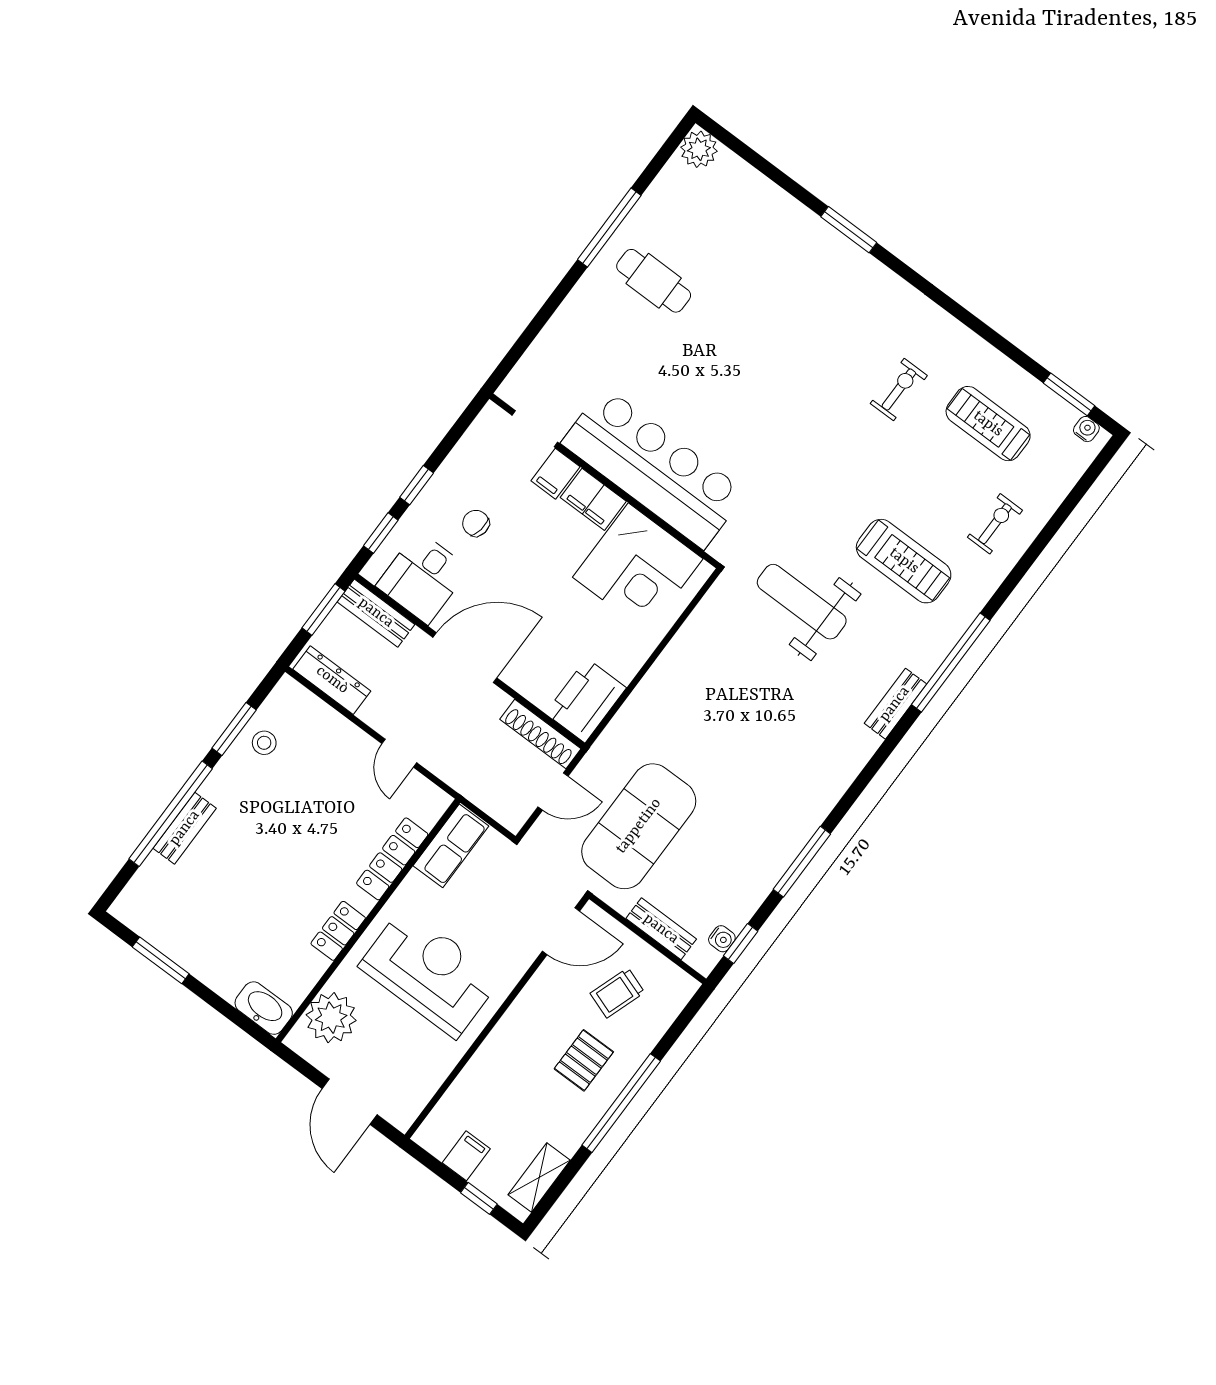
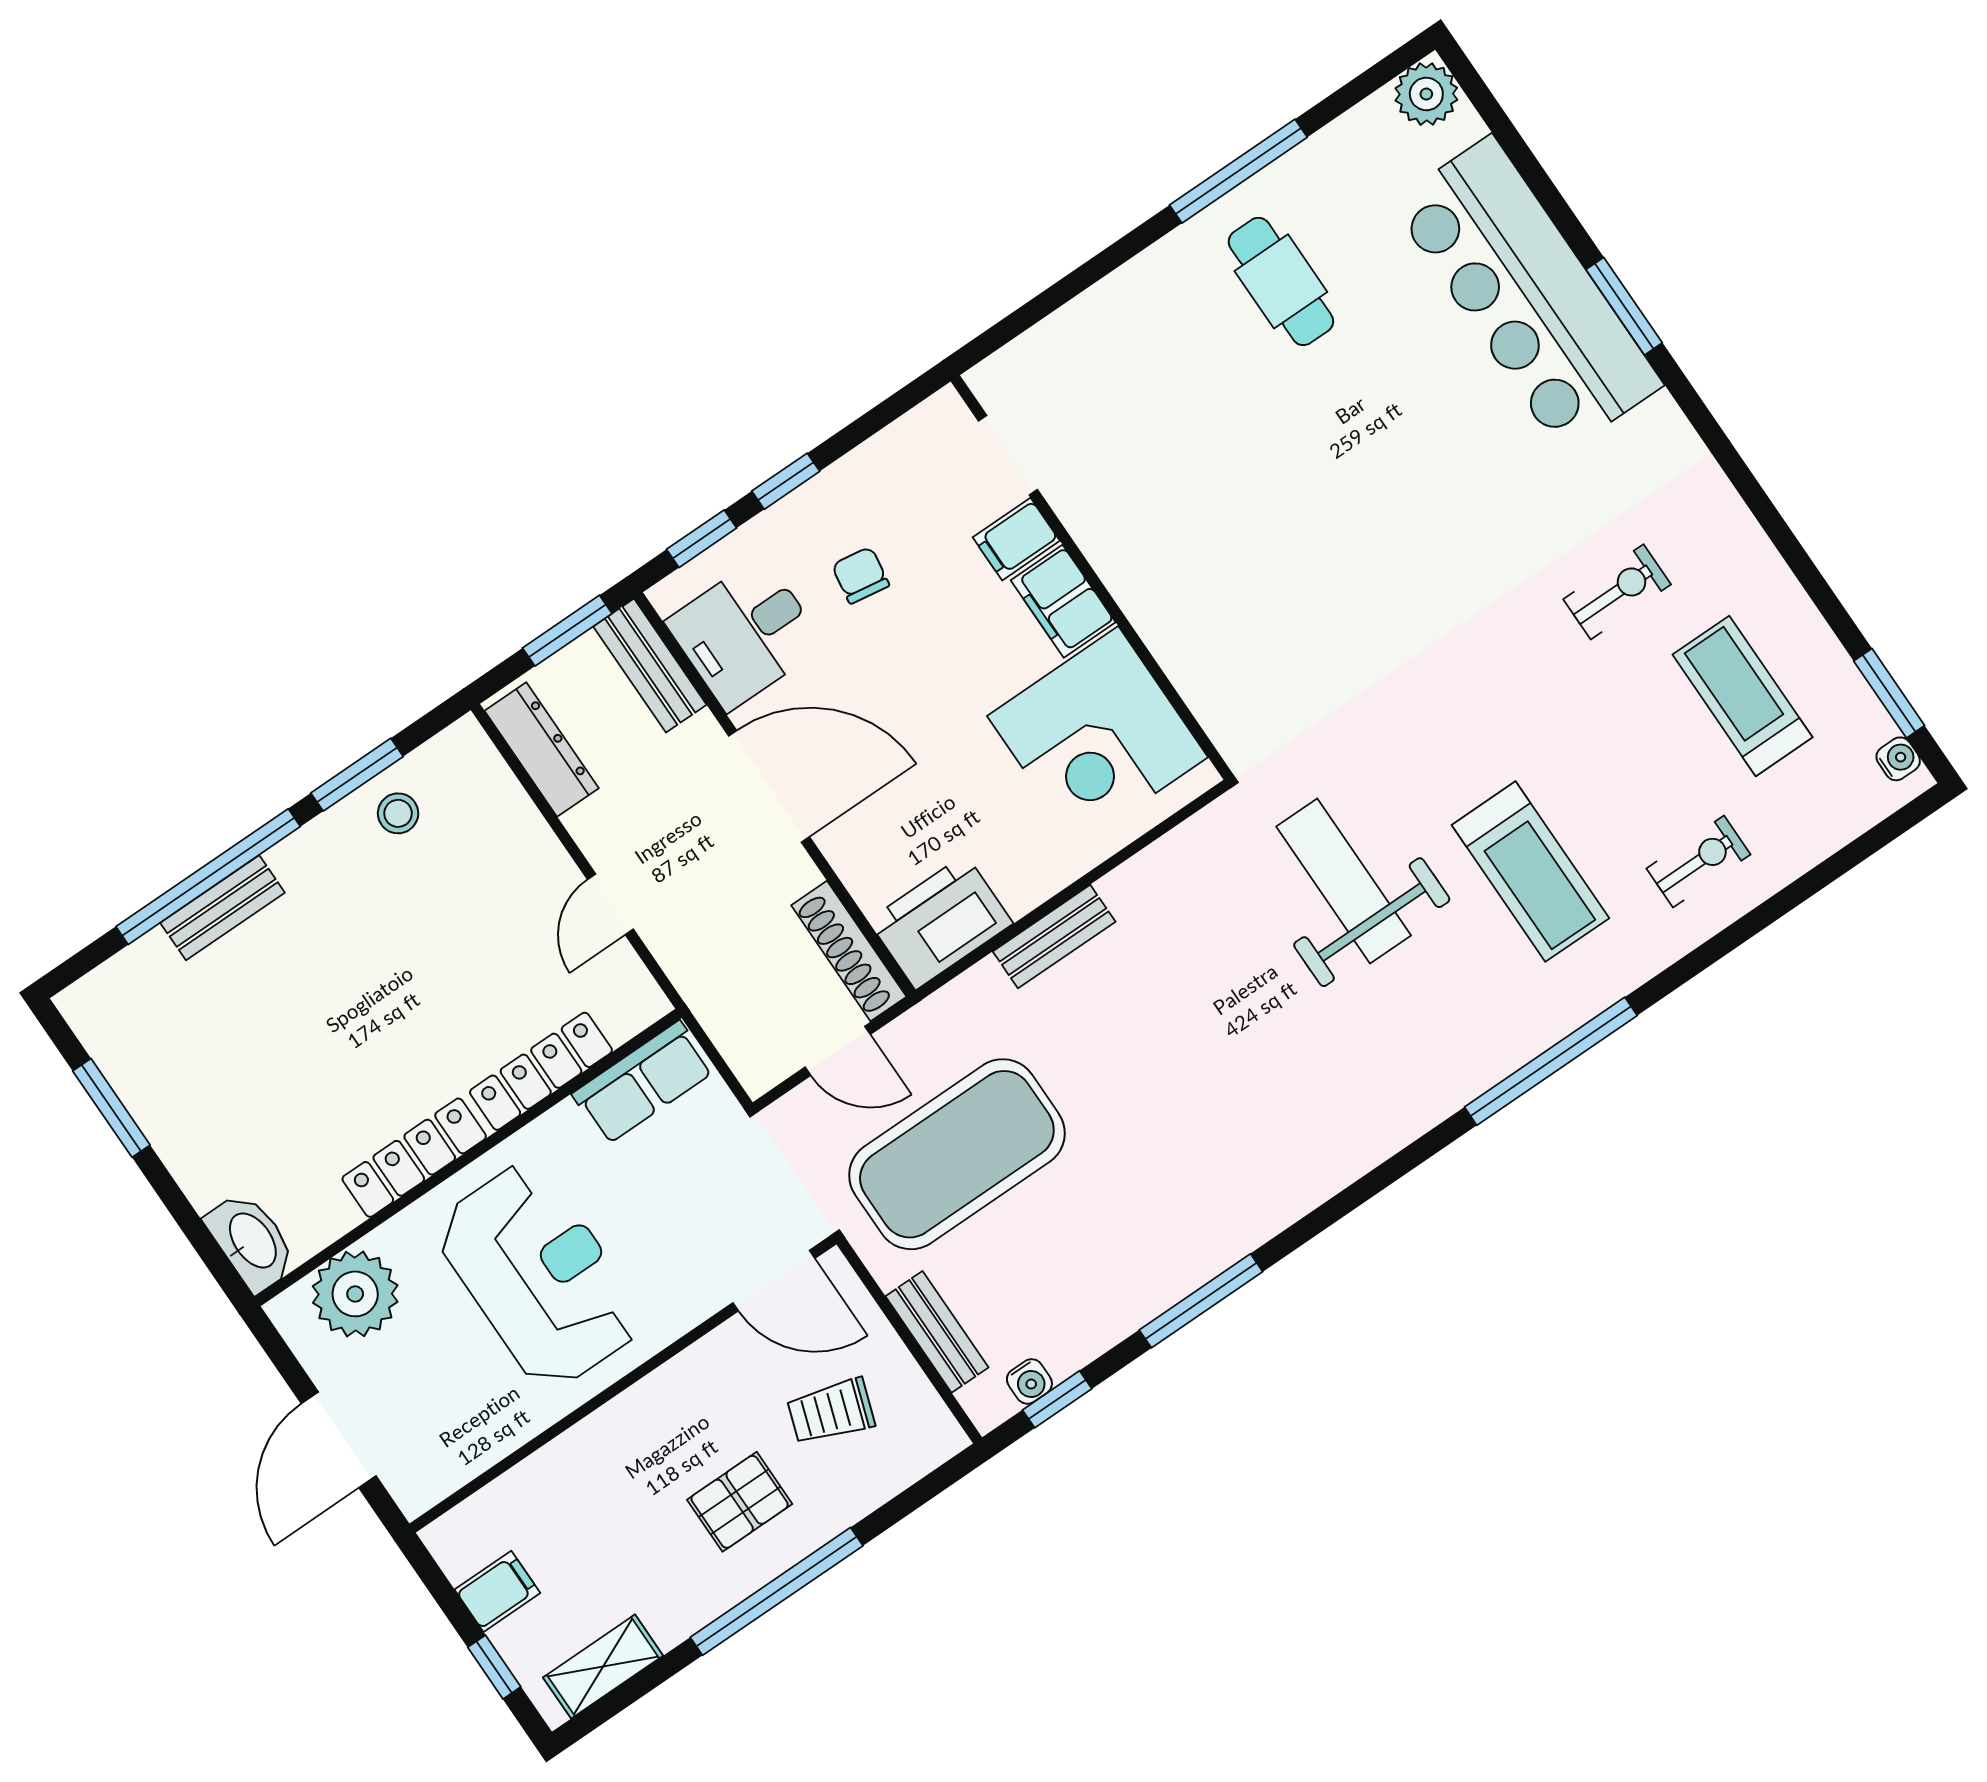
bar counter: (654, 468) -> (1527, 294), moved, turned 180
bench: (895, 704) -> (1054, 937), moved
locker: (338, 931) -> (414, 1158), width x1.53

